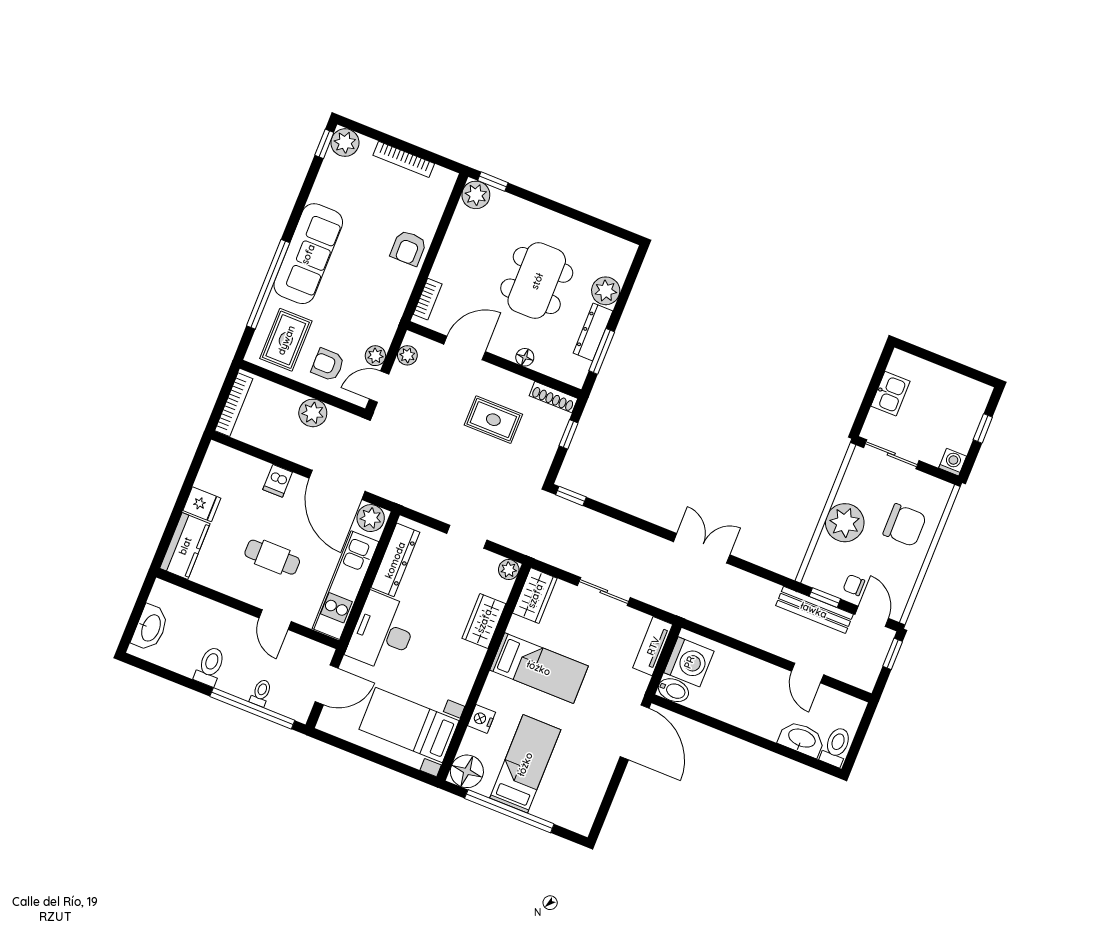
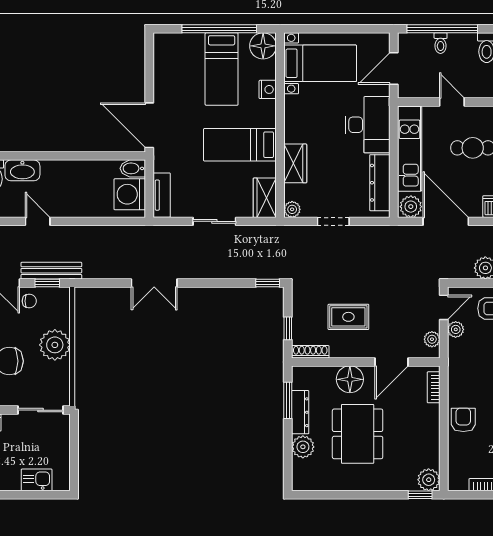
floor lamp: (525, 357) -> (350, 379), width x1.89, depth x1.89
kitchen sink: (890, 394) -> (37, 480), moved, turned 90

